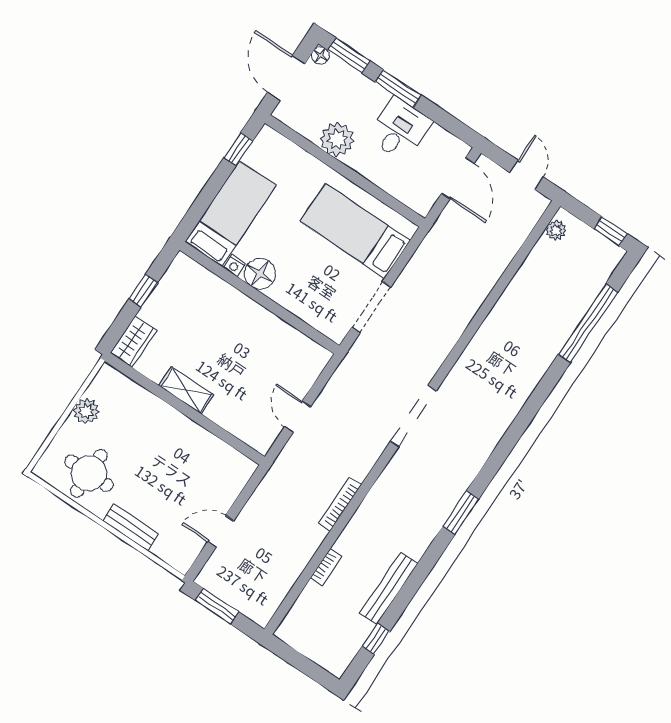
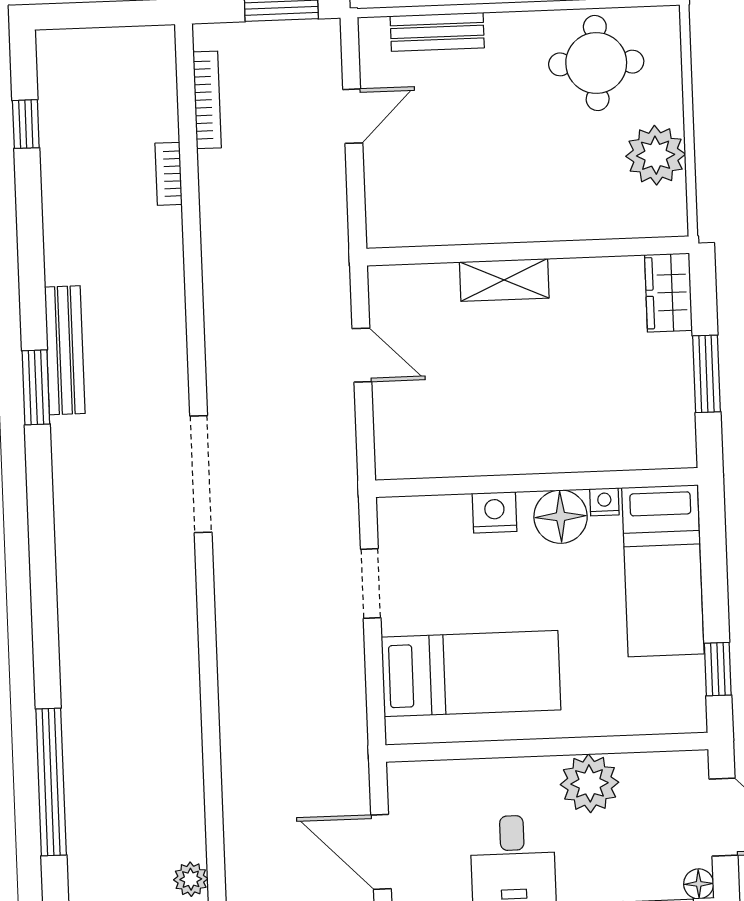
window: (143, 291) -> (706, 374), width x1.50
nightstand: (289, 298) -> (495, 512), added
doorway: (371, 307) -> (371, 584), width x0.73
shelving: (186, 390) -> (504, 280), moved
plant: (86, 411) -> (656, 155), width x1.36, depth x1.36
bookcase: (340, 504) -> (207, 100), moved
bench: (131, 527) -> (437, 32), moved
bench: (389, 588) -> (65, 350), moved

